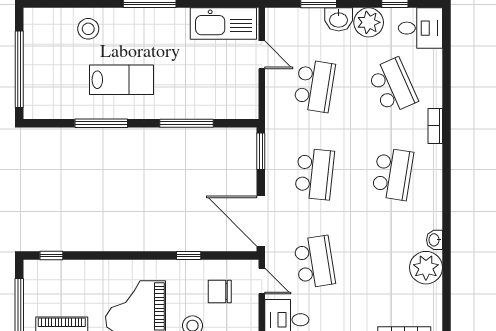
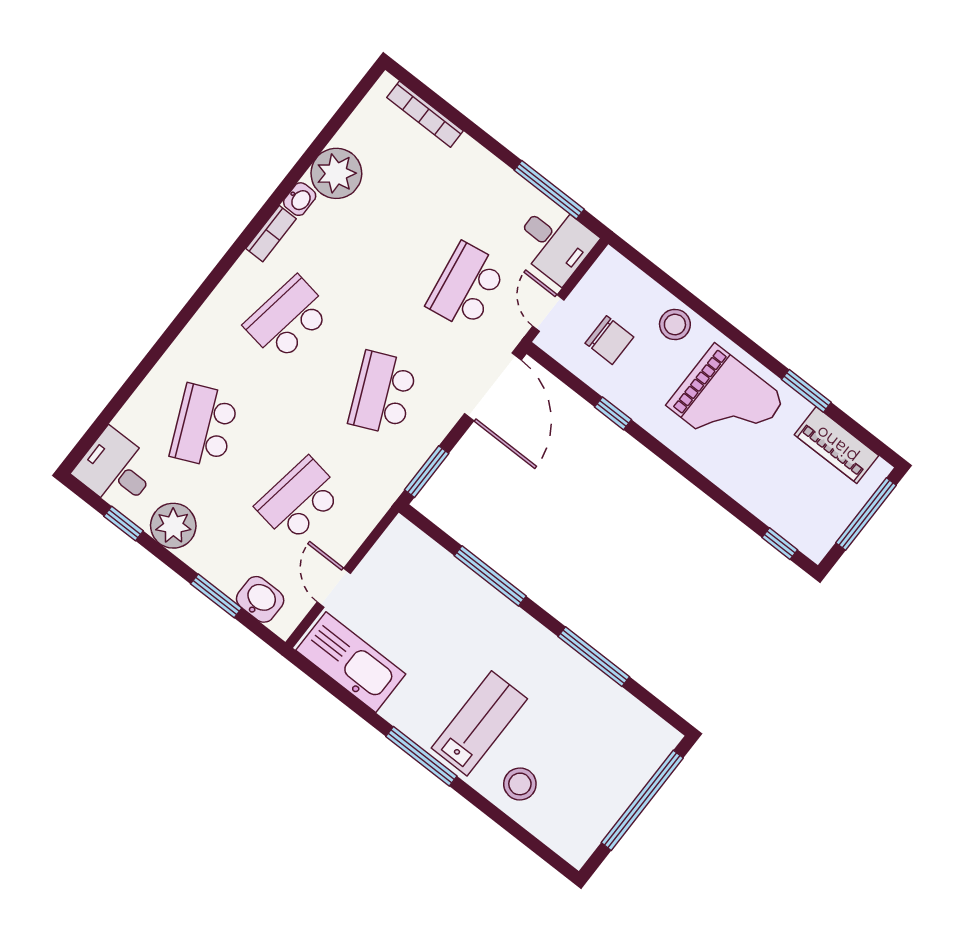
washbasin: (339, 19) -> (260, 599), moved
lab bench: (121, 80) -> (479, 723), moved, turned 90
bookcase: (435, 126) -> (271, 234), moved
school desk: (314, 174) -> (383, 393), turned -30

